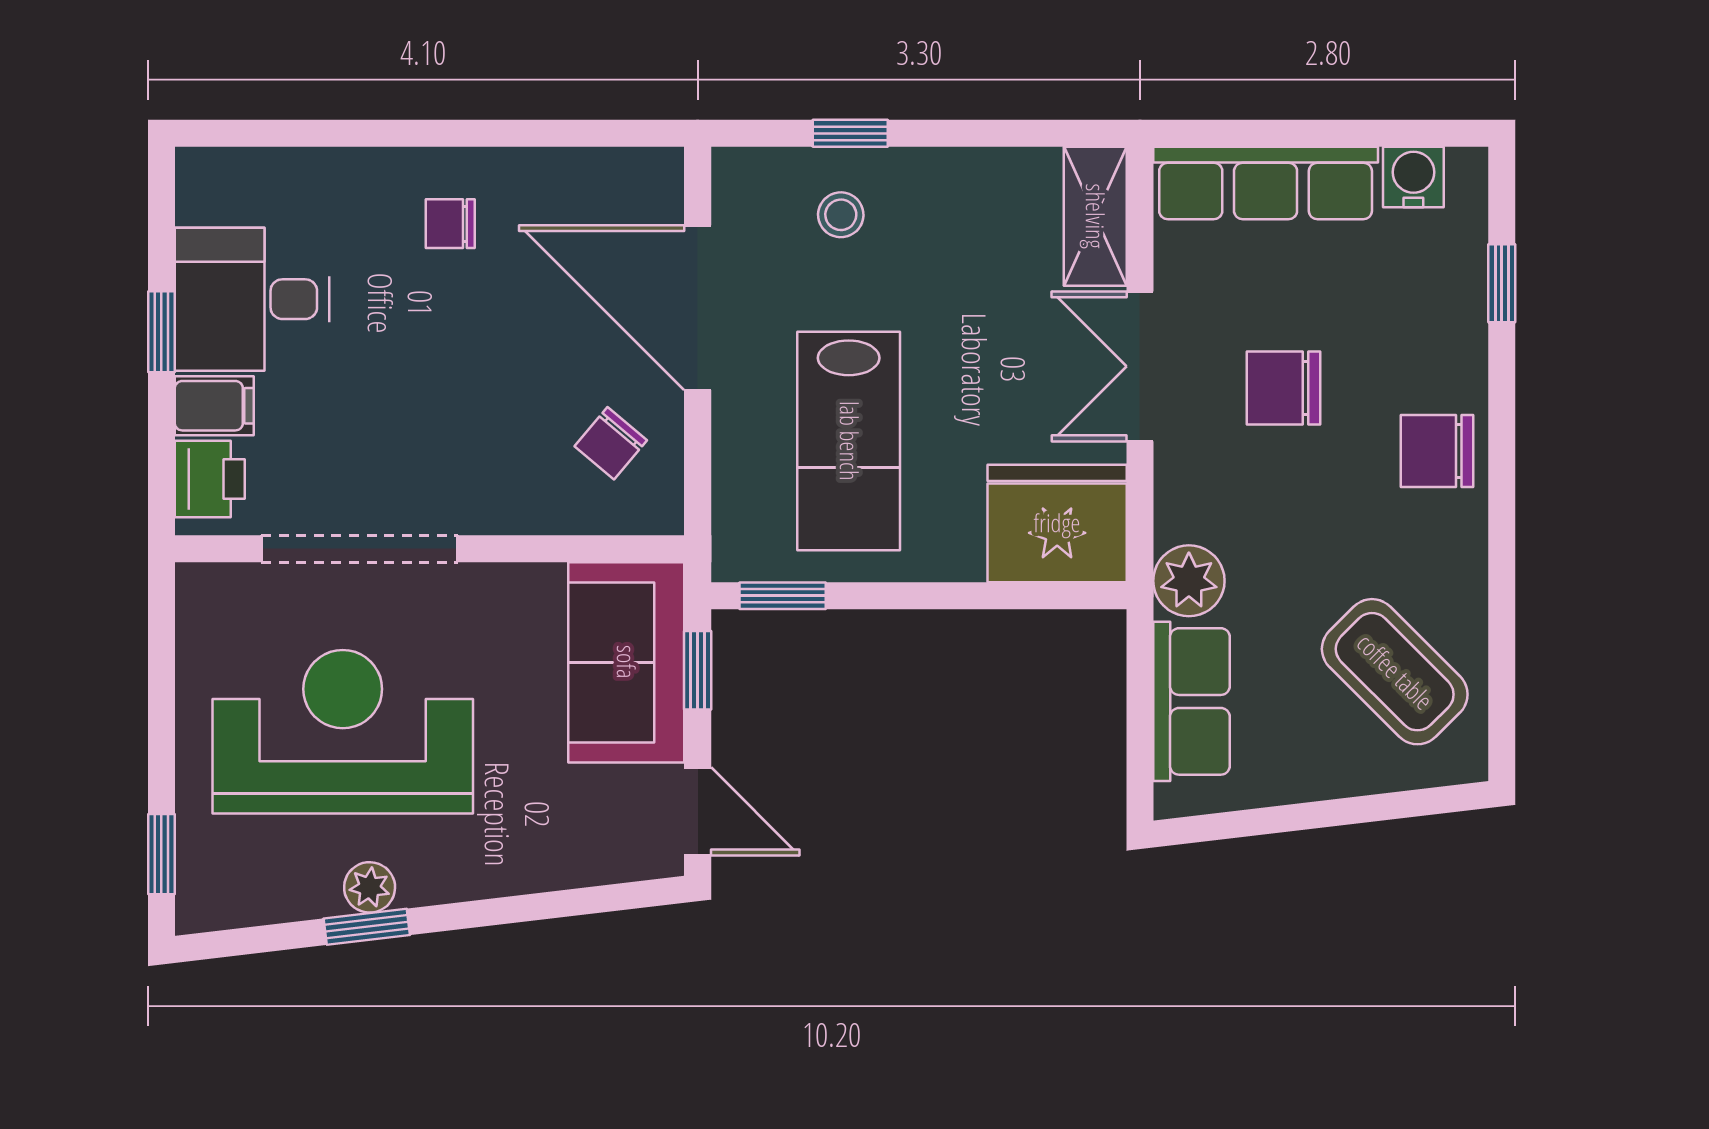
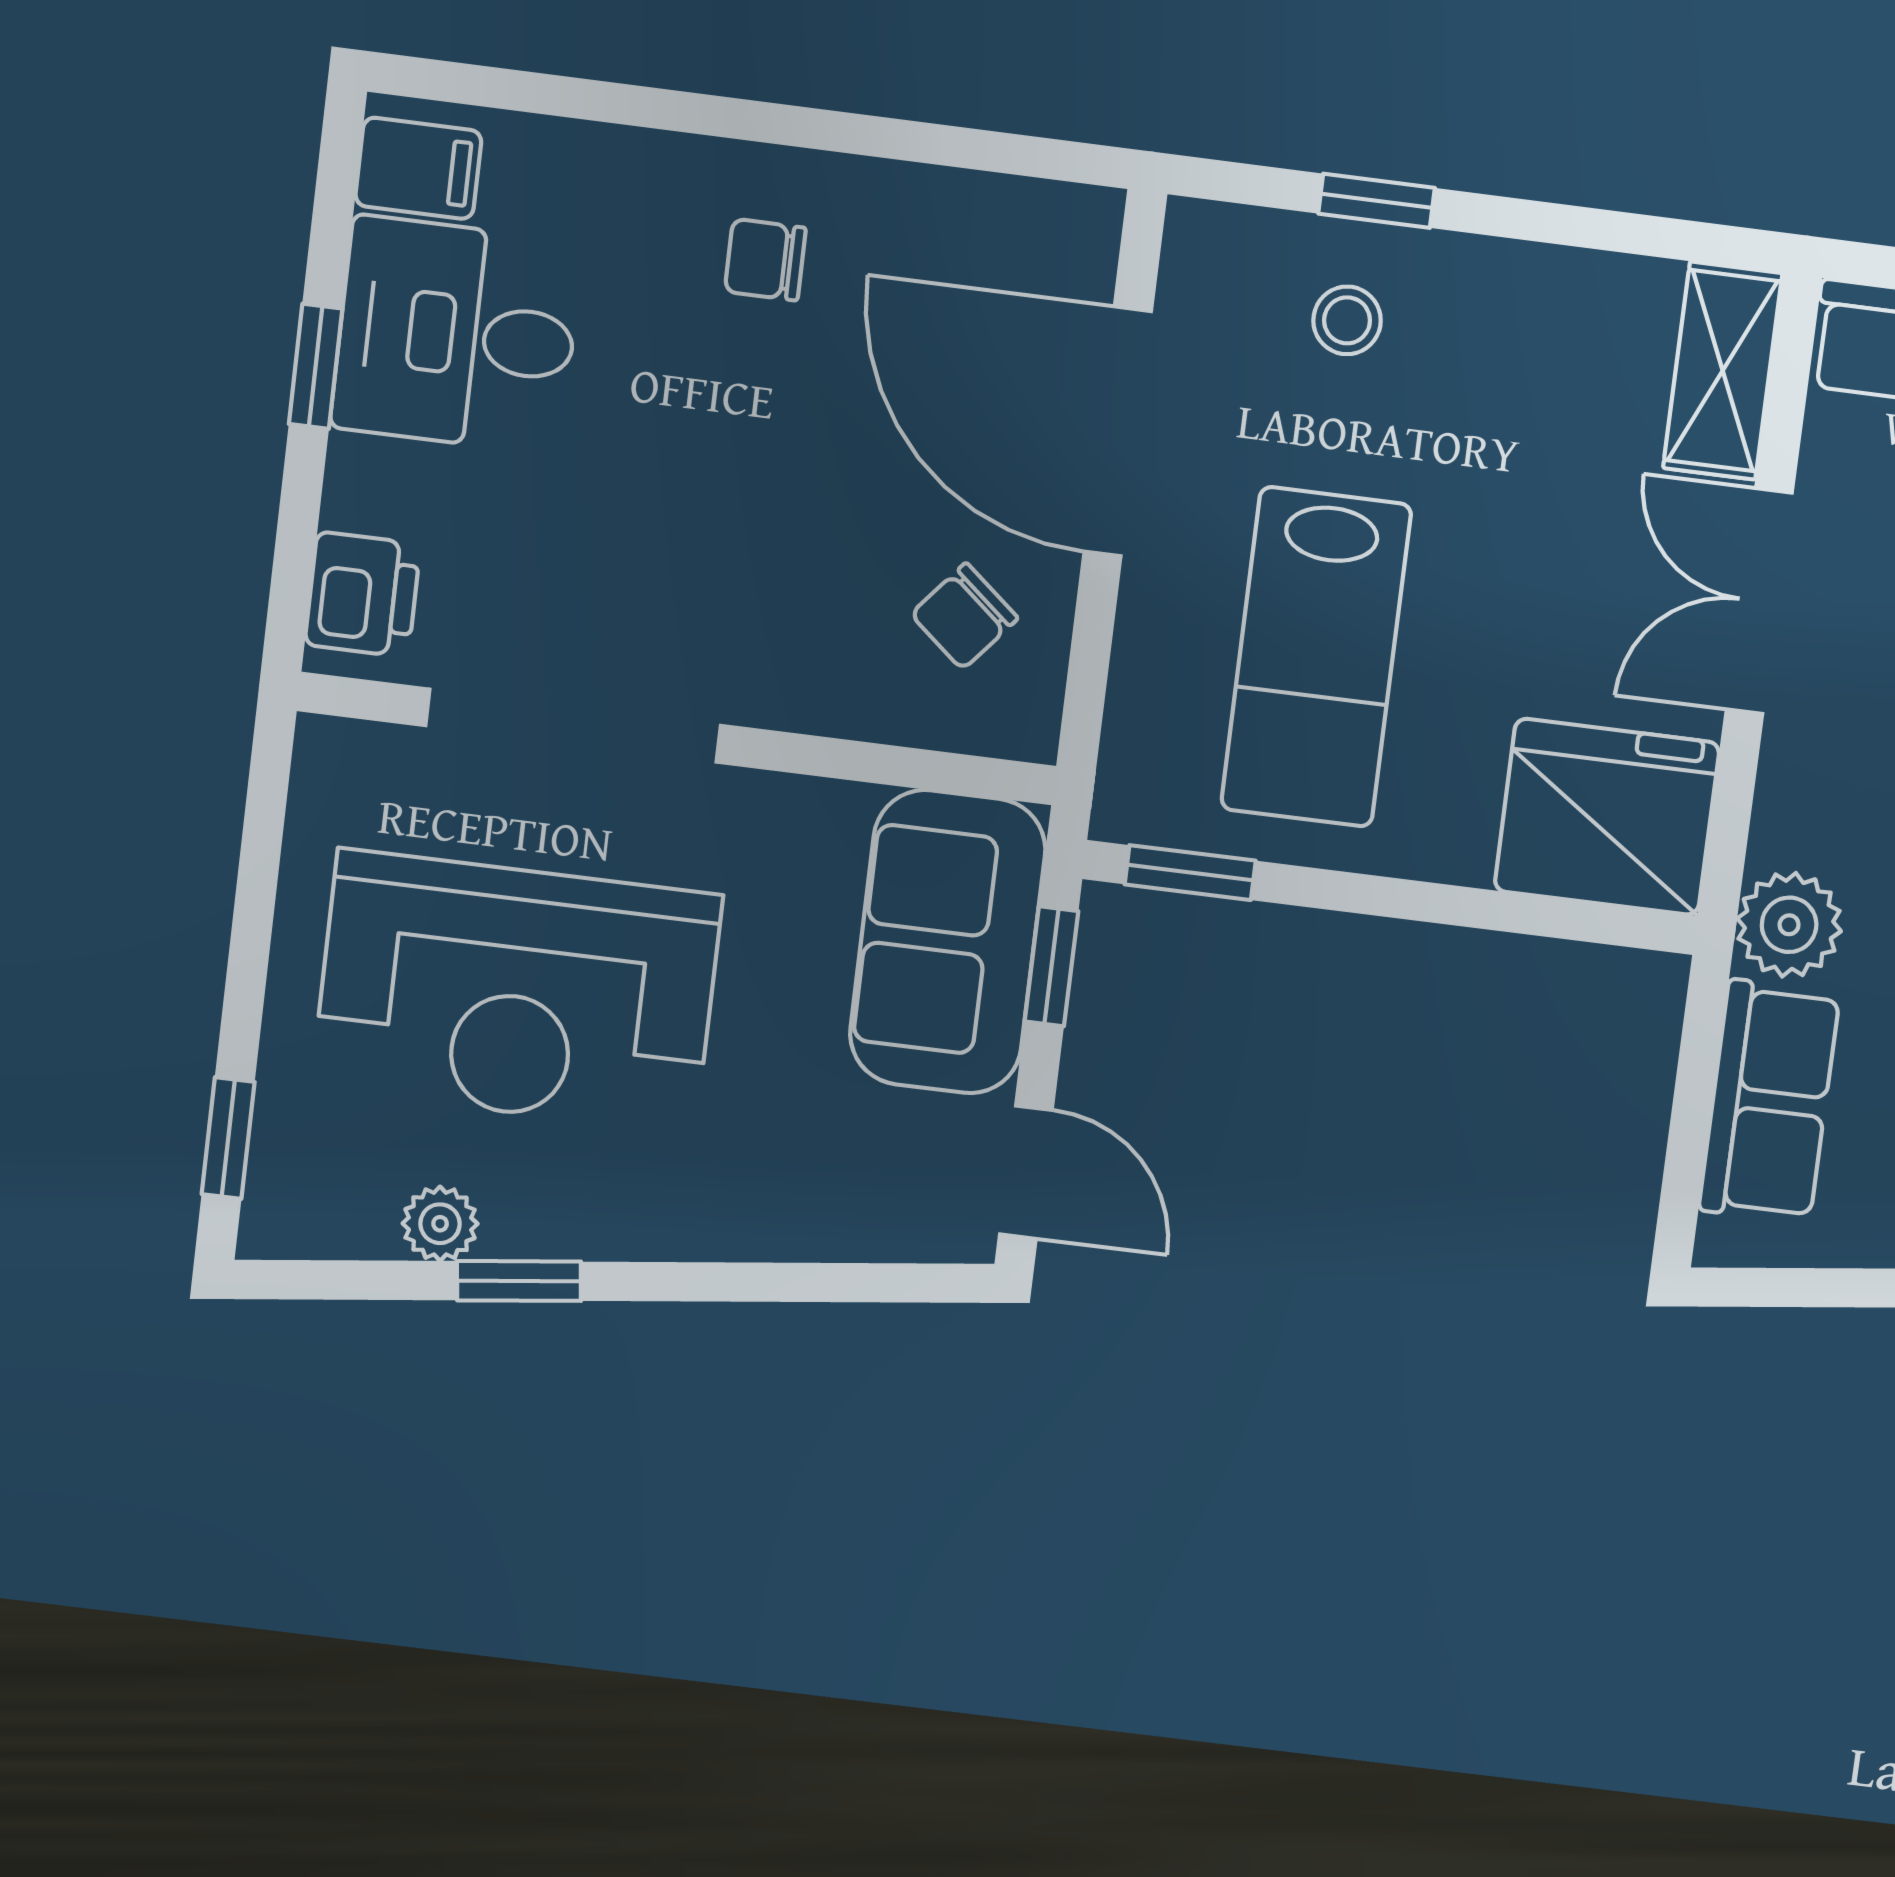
filing cabinet: (214, 406) -> (418, 168), moved
reception desk: (343, 732) -> (517, 992), turned 180
plant: (370, 887) -> (440, 1224), moved

